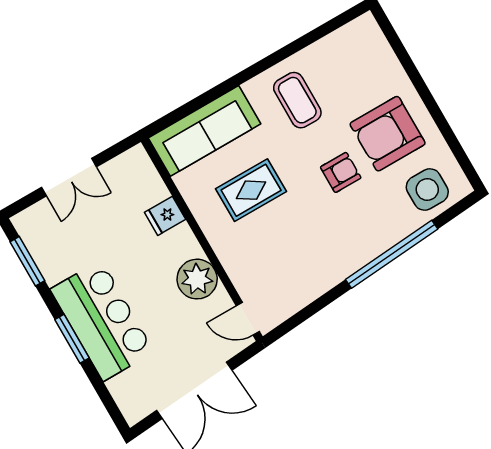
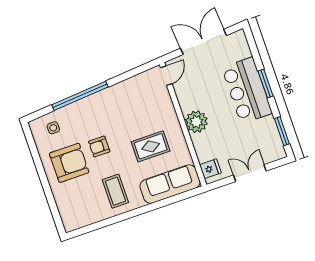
side table: (427, 190) -> (53, 128), width x0.54, depth x0.54
fridge: (165, 216) -> (210, 169), moved
plant: (197, 279) -> (196, 122), moved
door: (248, 319) -> (166, 76), hinge flipped

